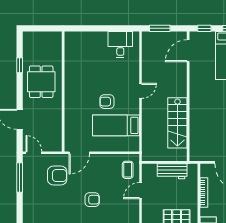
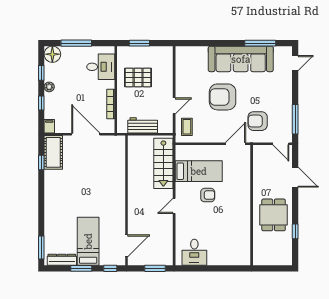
stairs: (177, 123) -> (163, 163), moved, turned 180
armchair: (92, 200) -> (223, 97), width x1.88, depth x1.88

